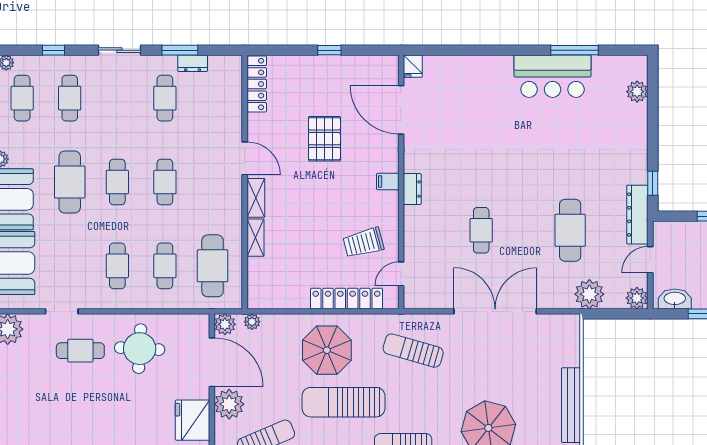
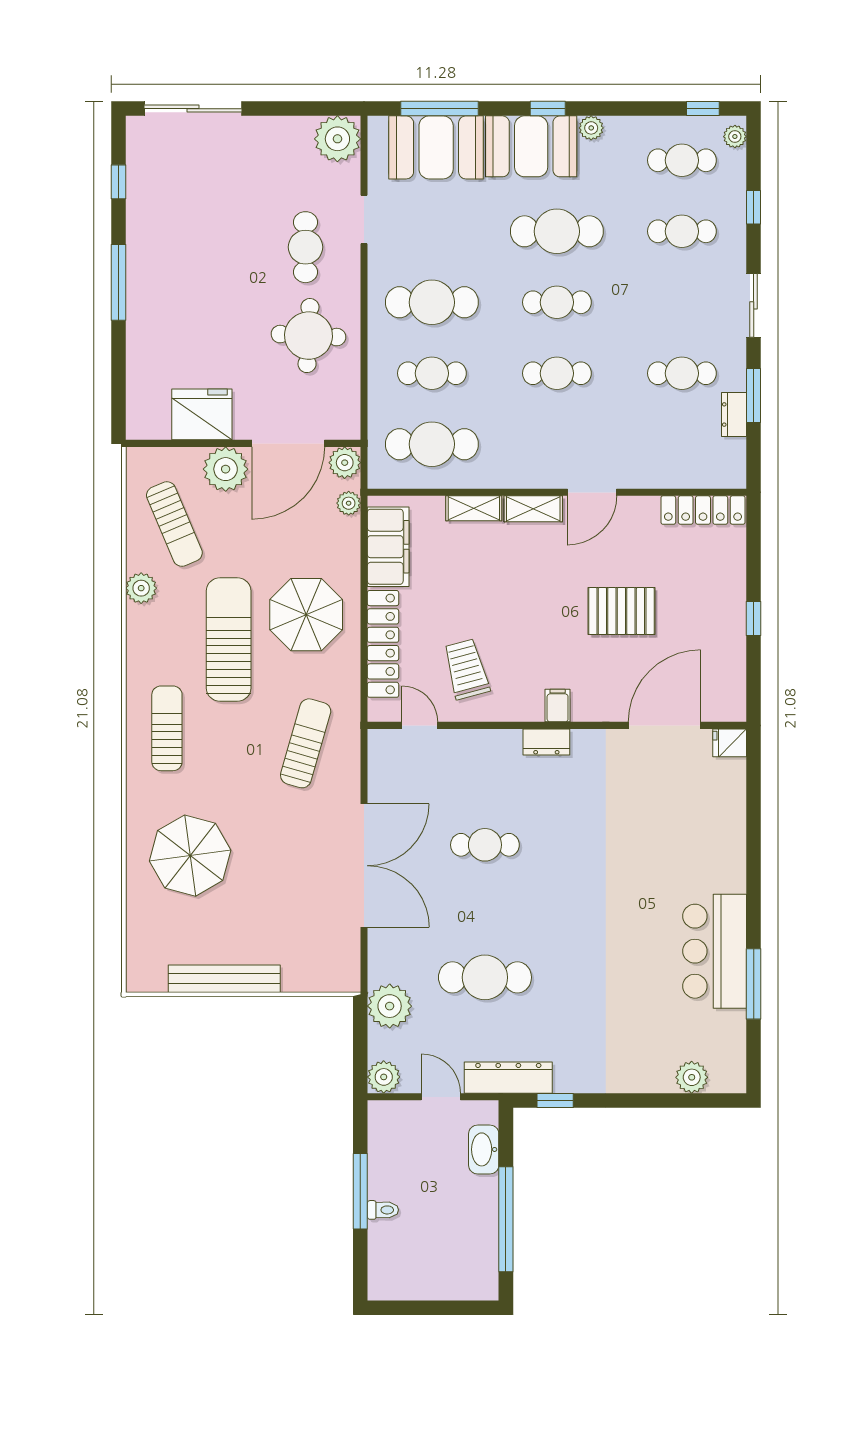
cafe table: (117, 266) -> (432, 302), width x1.37, depth x1.35
filing cabinet: (281, 295) -> (388, 547), added
washbasin: (675, 299) -> (484, 1149), moved, turned 180

